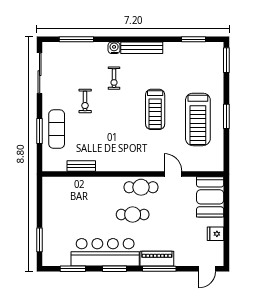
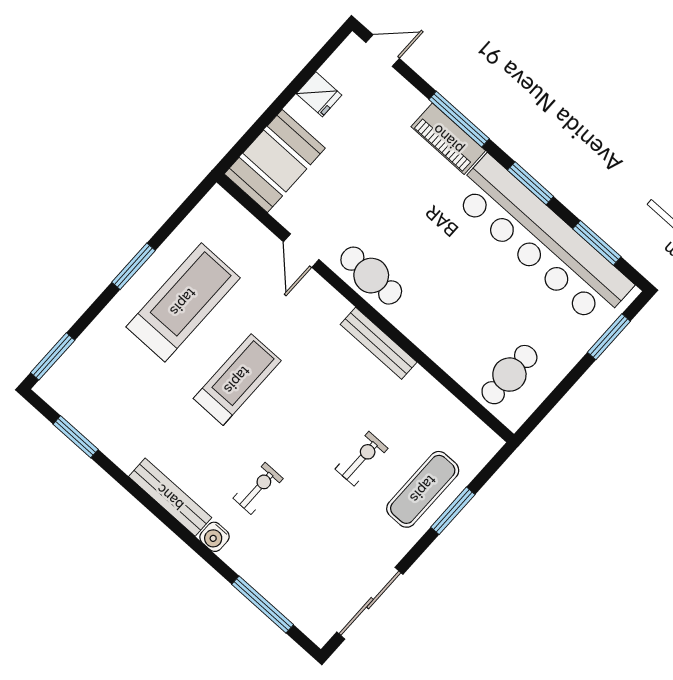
exercise bike: (85, 101) -> (362, 459), moved
bench: (81, 166) -> (379, 343), moved, width x1.36
cafe table: (133, 215) -> (509, 375), moved, turned 90
bar counter: (105, 252) -> (542, 241), width x1.36

